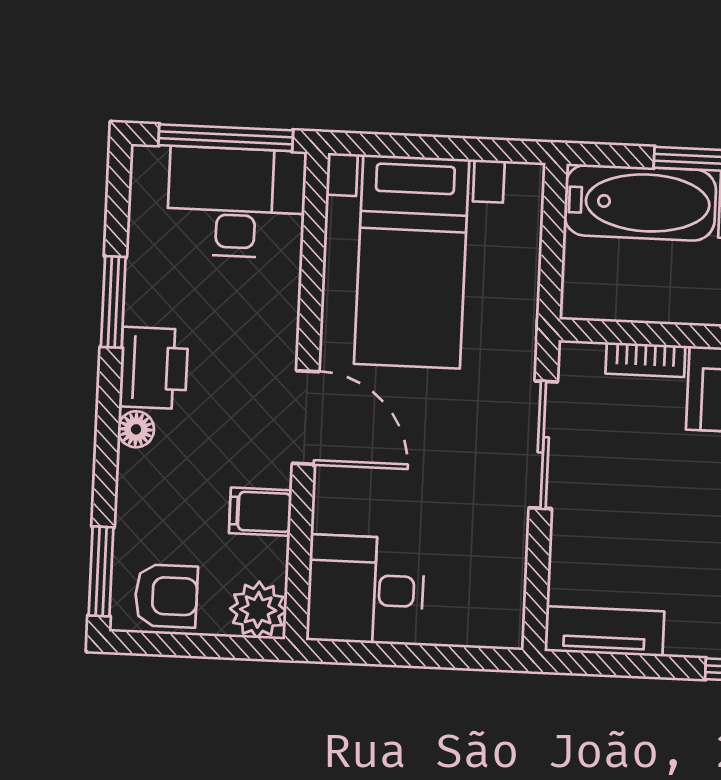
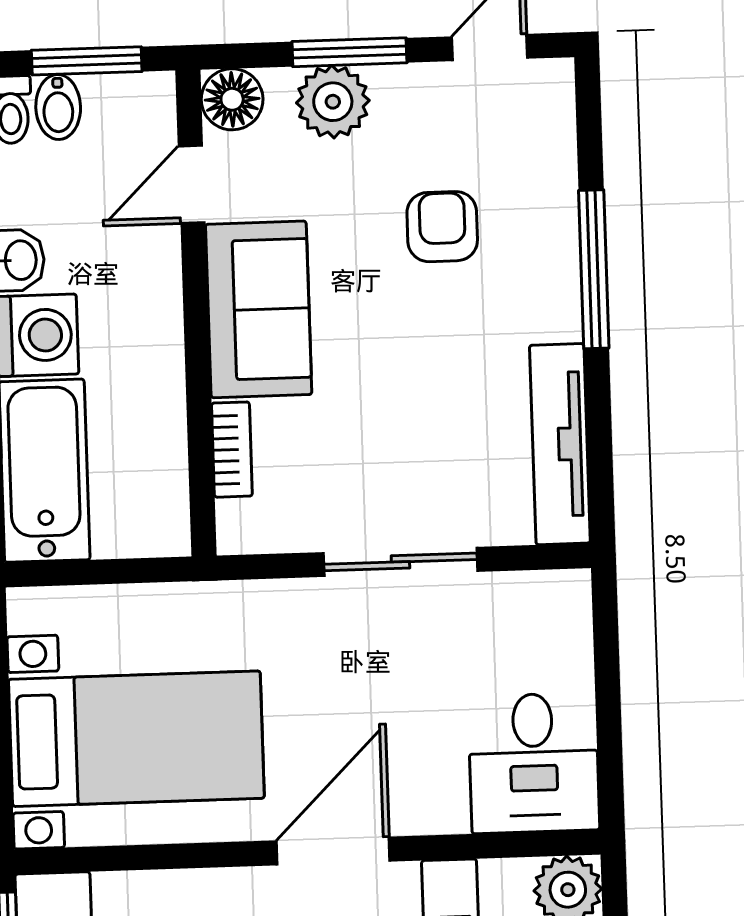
sliding door: (543, 445) -> (400, 562), moved
tv unit: (604, 631) -> (560, 444), width x1.41

